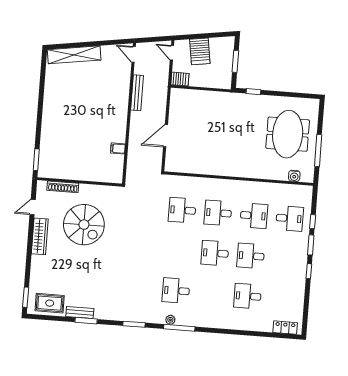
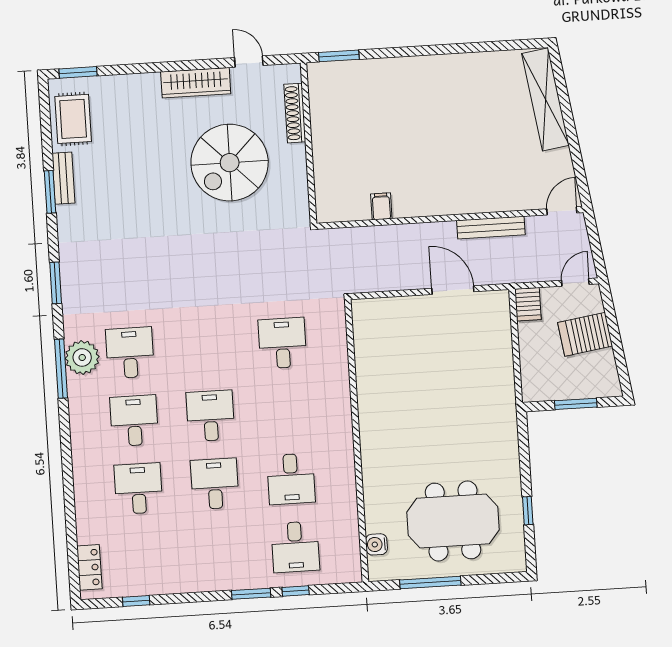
window: (253, 92) -> (528, 511), moved
door: (166, 136) -> (453, 290), moved
desk: (218, 213) -> (134, 421), moved
window: (309, 271) -> (136, 601), moved
plant: (170, 320) -> (82, 357), width x1.87, depth x1.87

